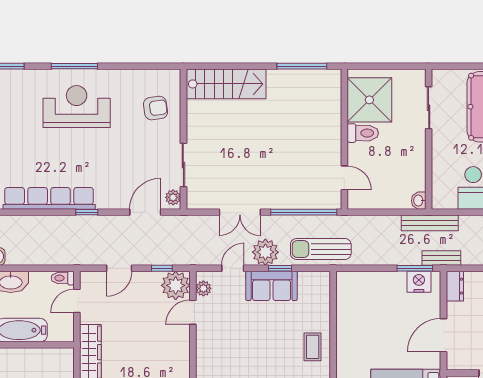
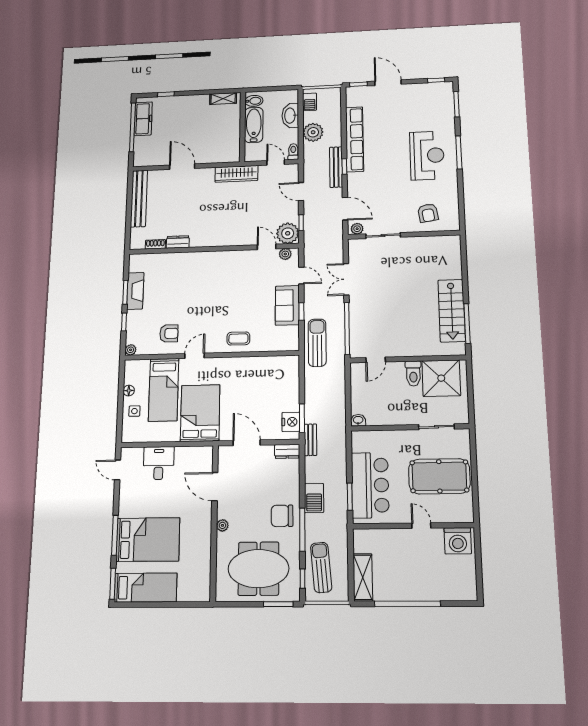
stairs: (226, 84) -> (452, 311), moved
bench: (430, 223) -> (336, 167), moved
plant: (265, 252) -> (313, 132), moved

